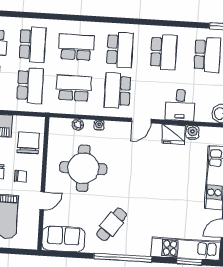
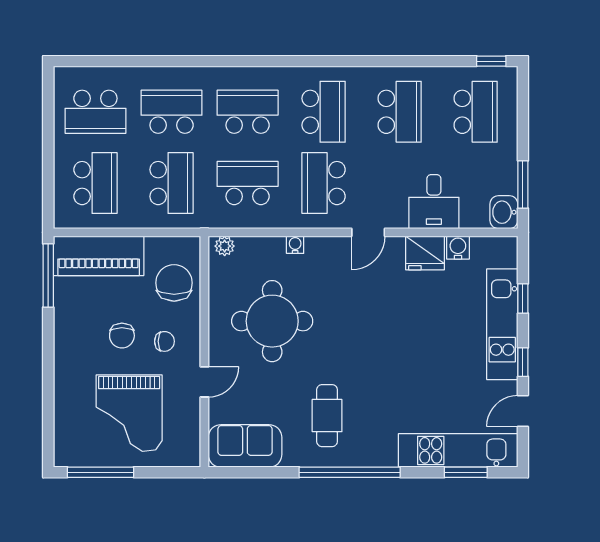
school desk: (33, 45) -> (172, 112), turned -90
plant: (78, 125) -> (225, 246), moved
cafe table: (112, 224) -> (327, 416), turned -36

